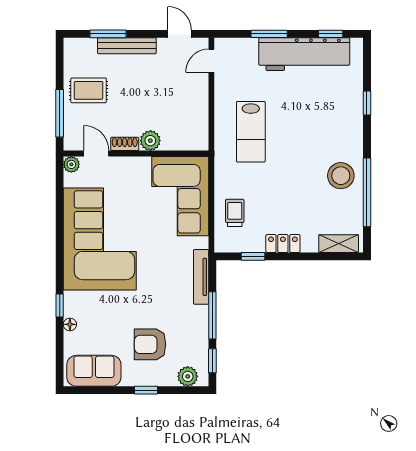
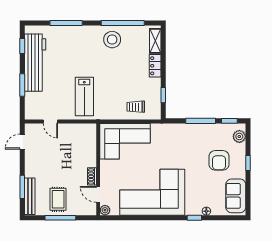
bench: (127, 46) -> (30, 196), moved
door: (211, 61) -> (50, 121), moved
window: (367, 103) -> (66, 23), width x2.17
window: (60, 113) -> (60, 218), moved
lab bench: (251, 132) -> (84, 97), turned 90
plant: (150, 141) -> (90, 160), removed
door: (96, 154) -> (98, 194), hinge flipped
locker: (283, 243) -> (155, 66), moved
tv unit: (201, 277) -> (176, 128), removed

